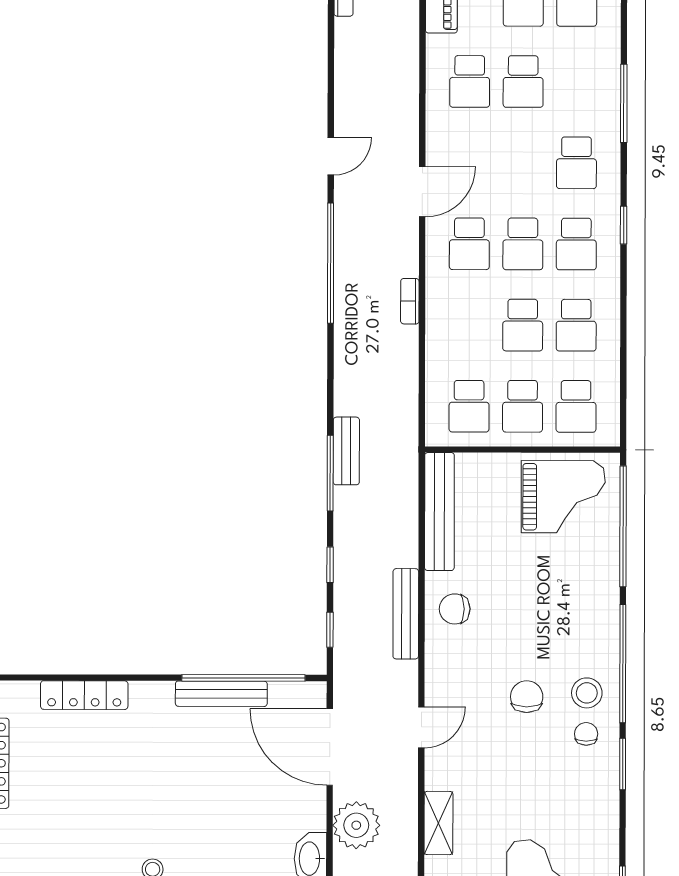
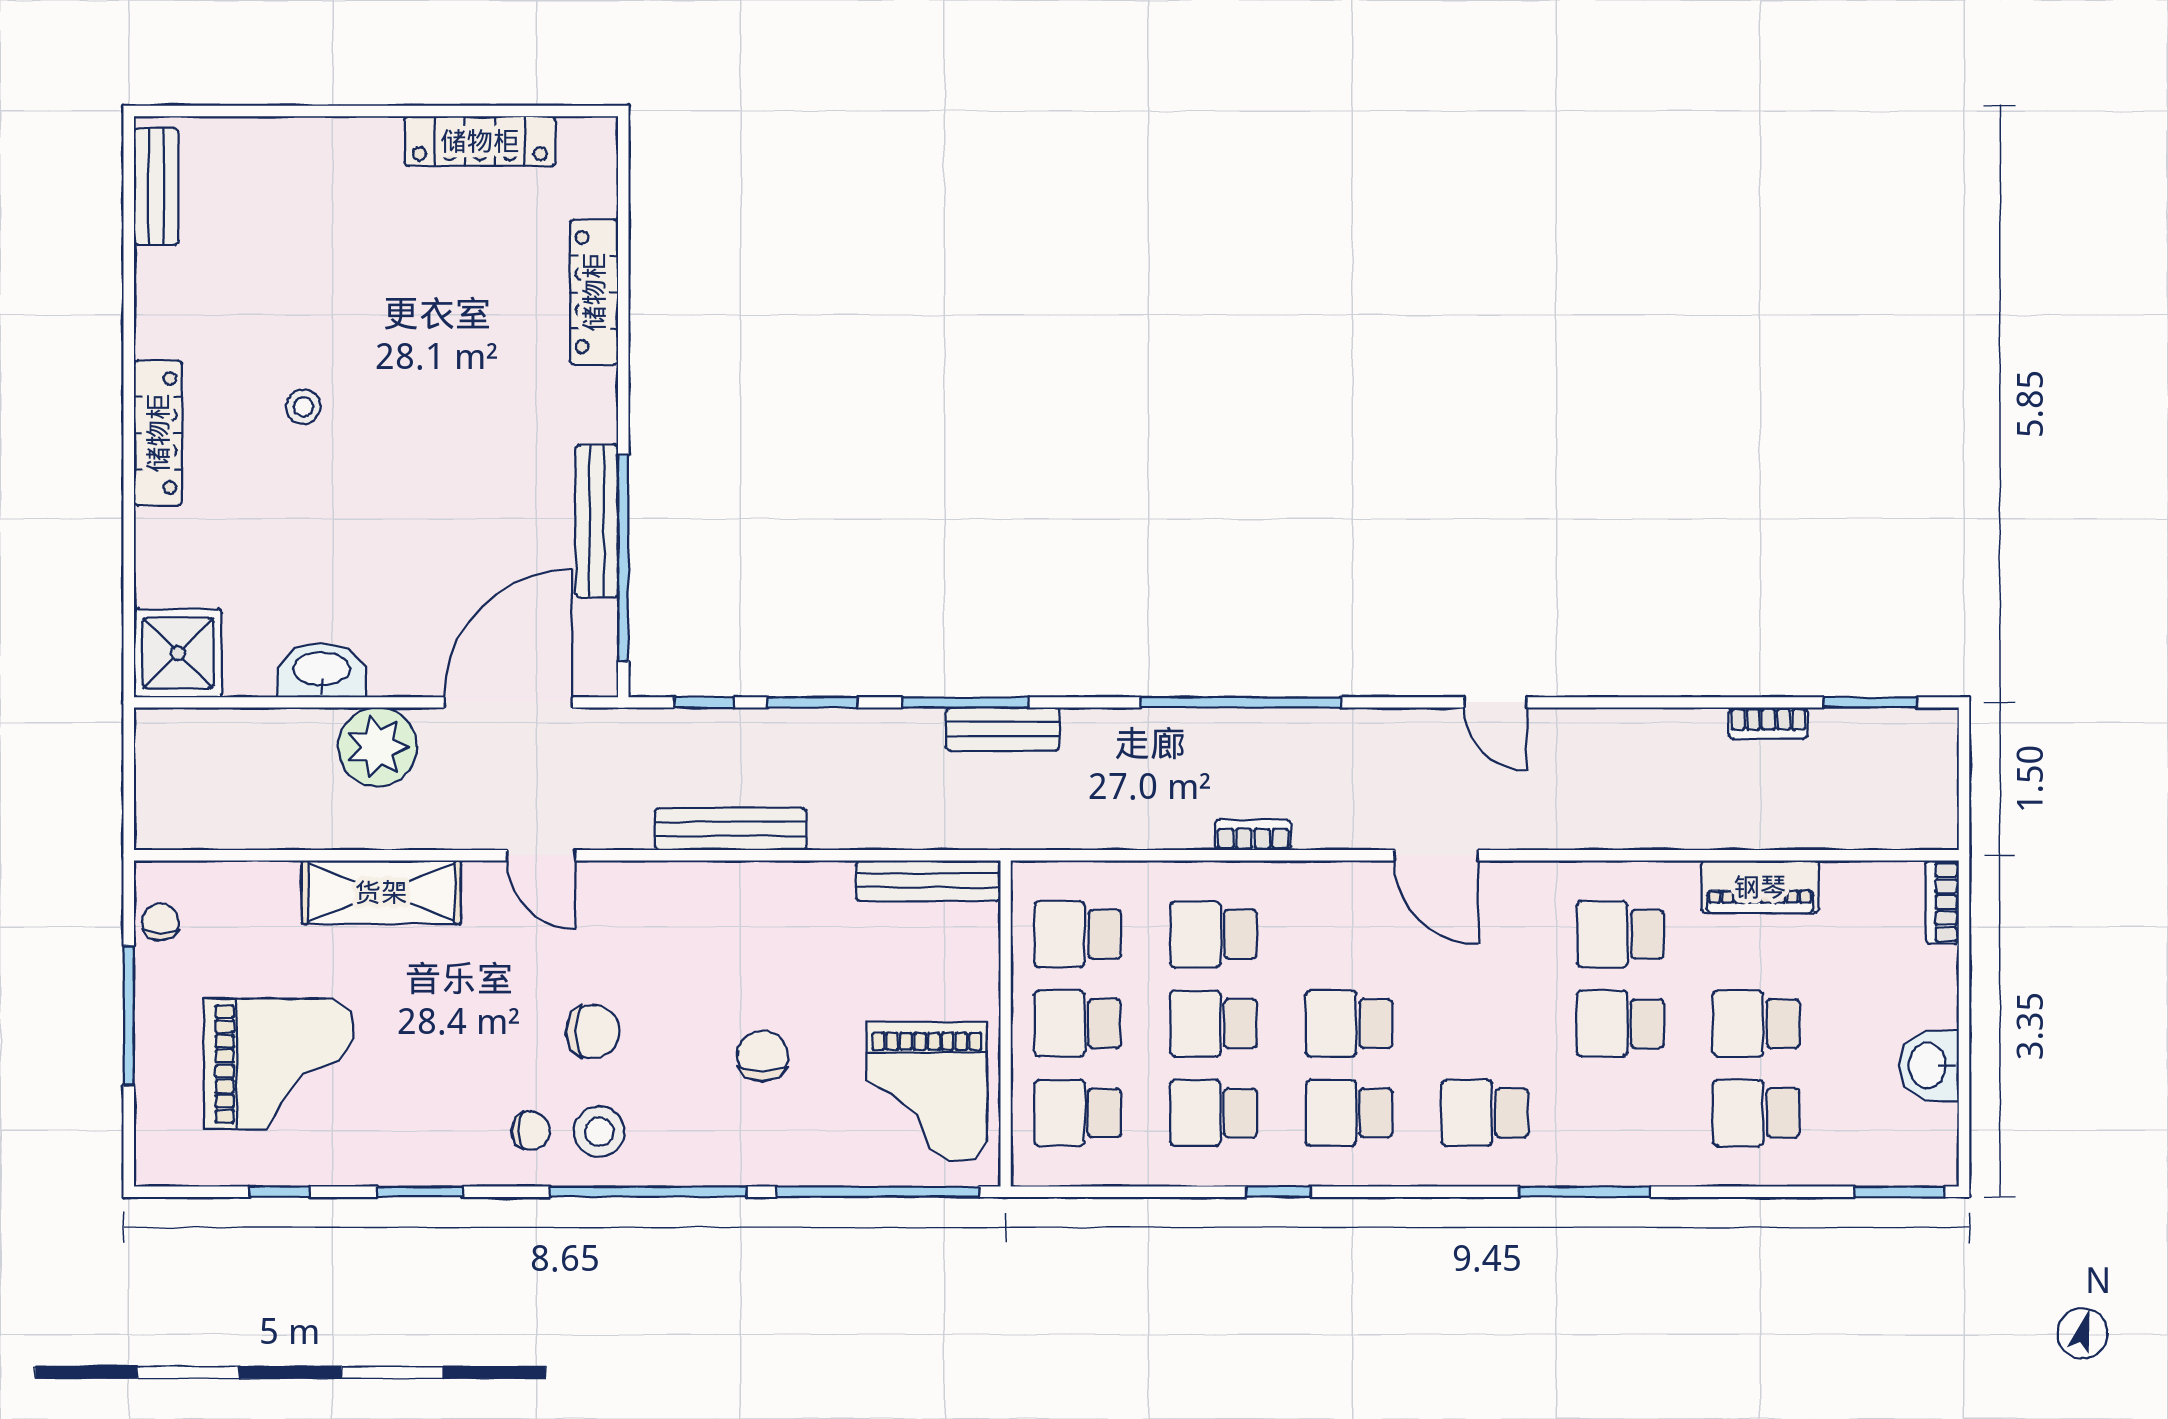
window: (624, 225) -> (1278, 1192), moved
school desk: (469, 244) -> (1214, 934), moved
window: (331, 263) -> (1241, 702), moved
bench: (439, 512) -> (928, 881), width x0.73, depth x0.82
window: (330, 565) -> (812, 702), width x1.50
chair: (455, 609) -> (763, 1056), moved
window: (623, 764) -> (420, 1192), moved
shelving: (438, 823) -> (381, 892), width x1.50, depth x1.33

